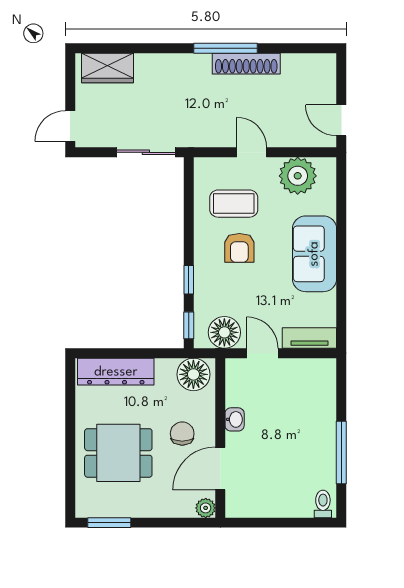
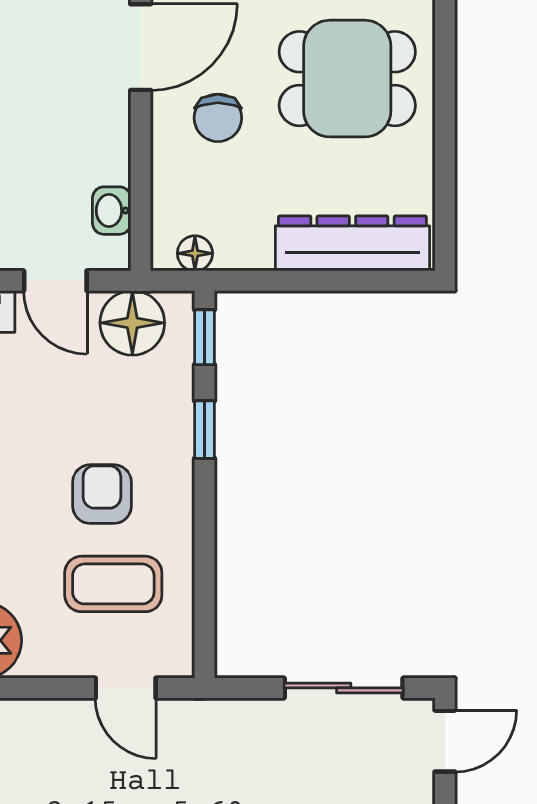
sliding door: (146, 152) -> (344, 688), moved
door: (252, 152) -> (126, 688), moved
floor lamp: (193, 374) -> (195, 253), width x0.53, depth x0.53
washbasin: (235, 419) -> (112, 211), moved

